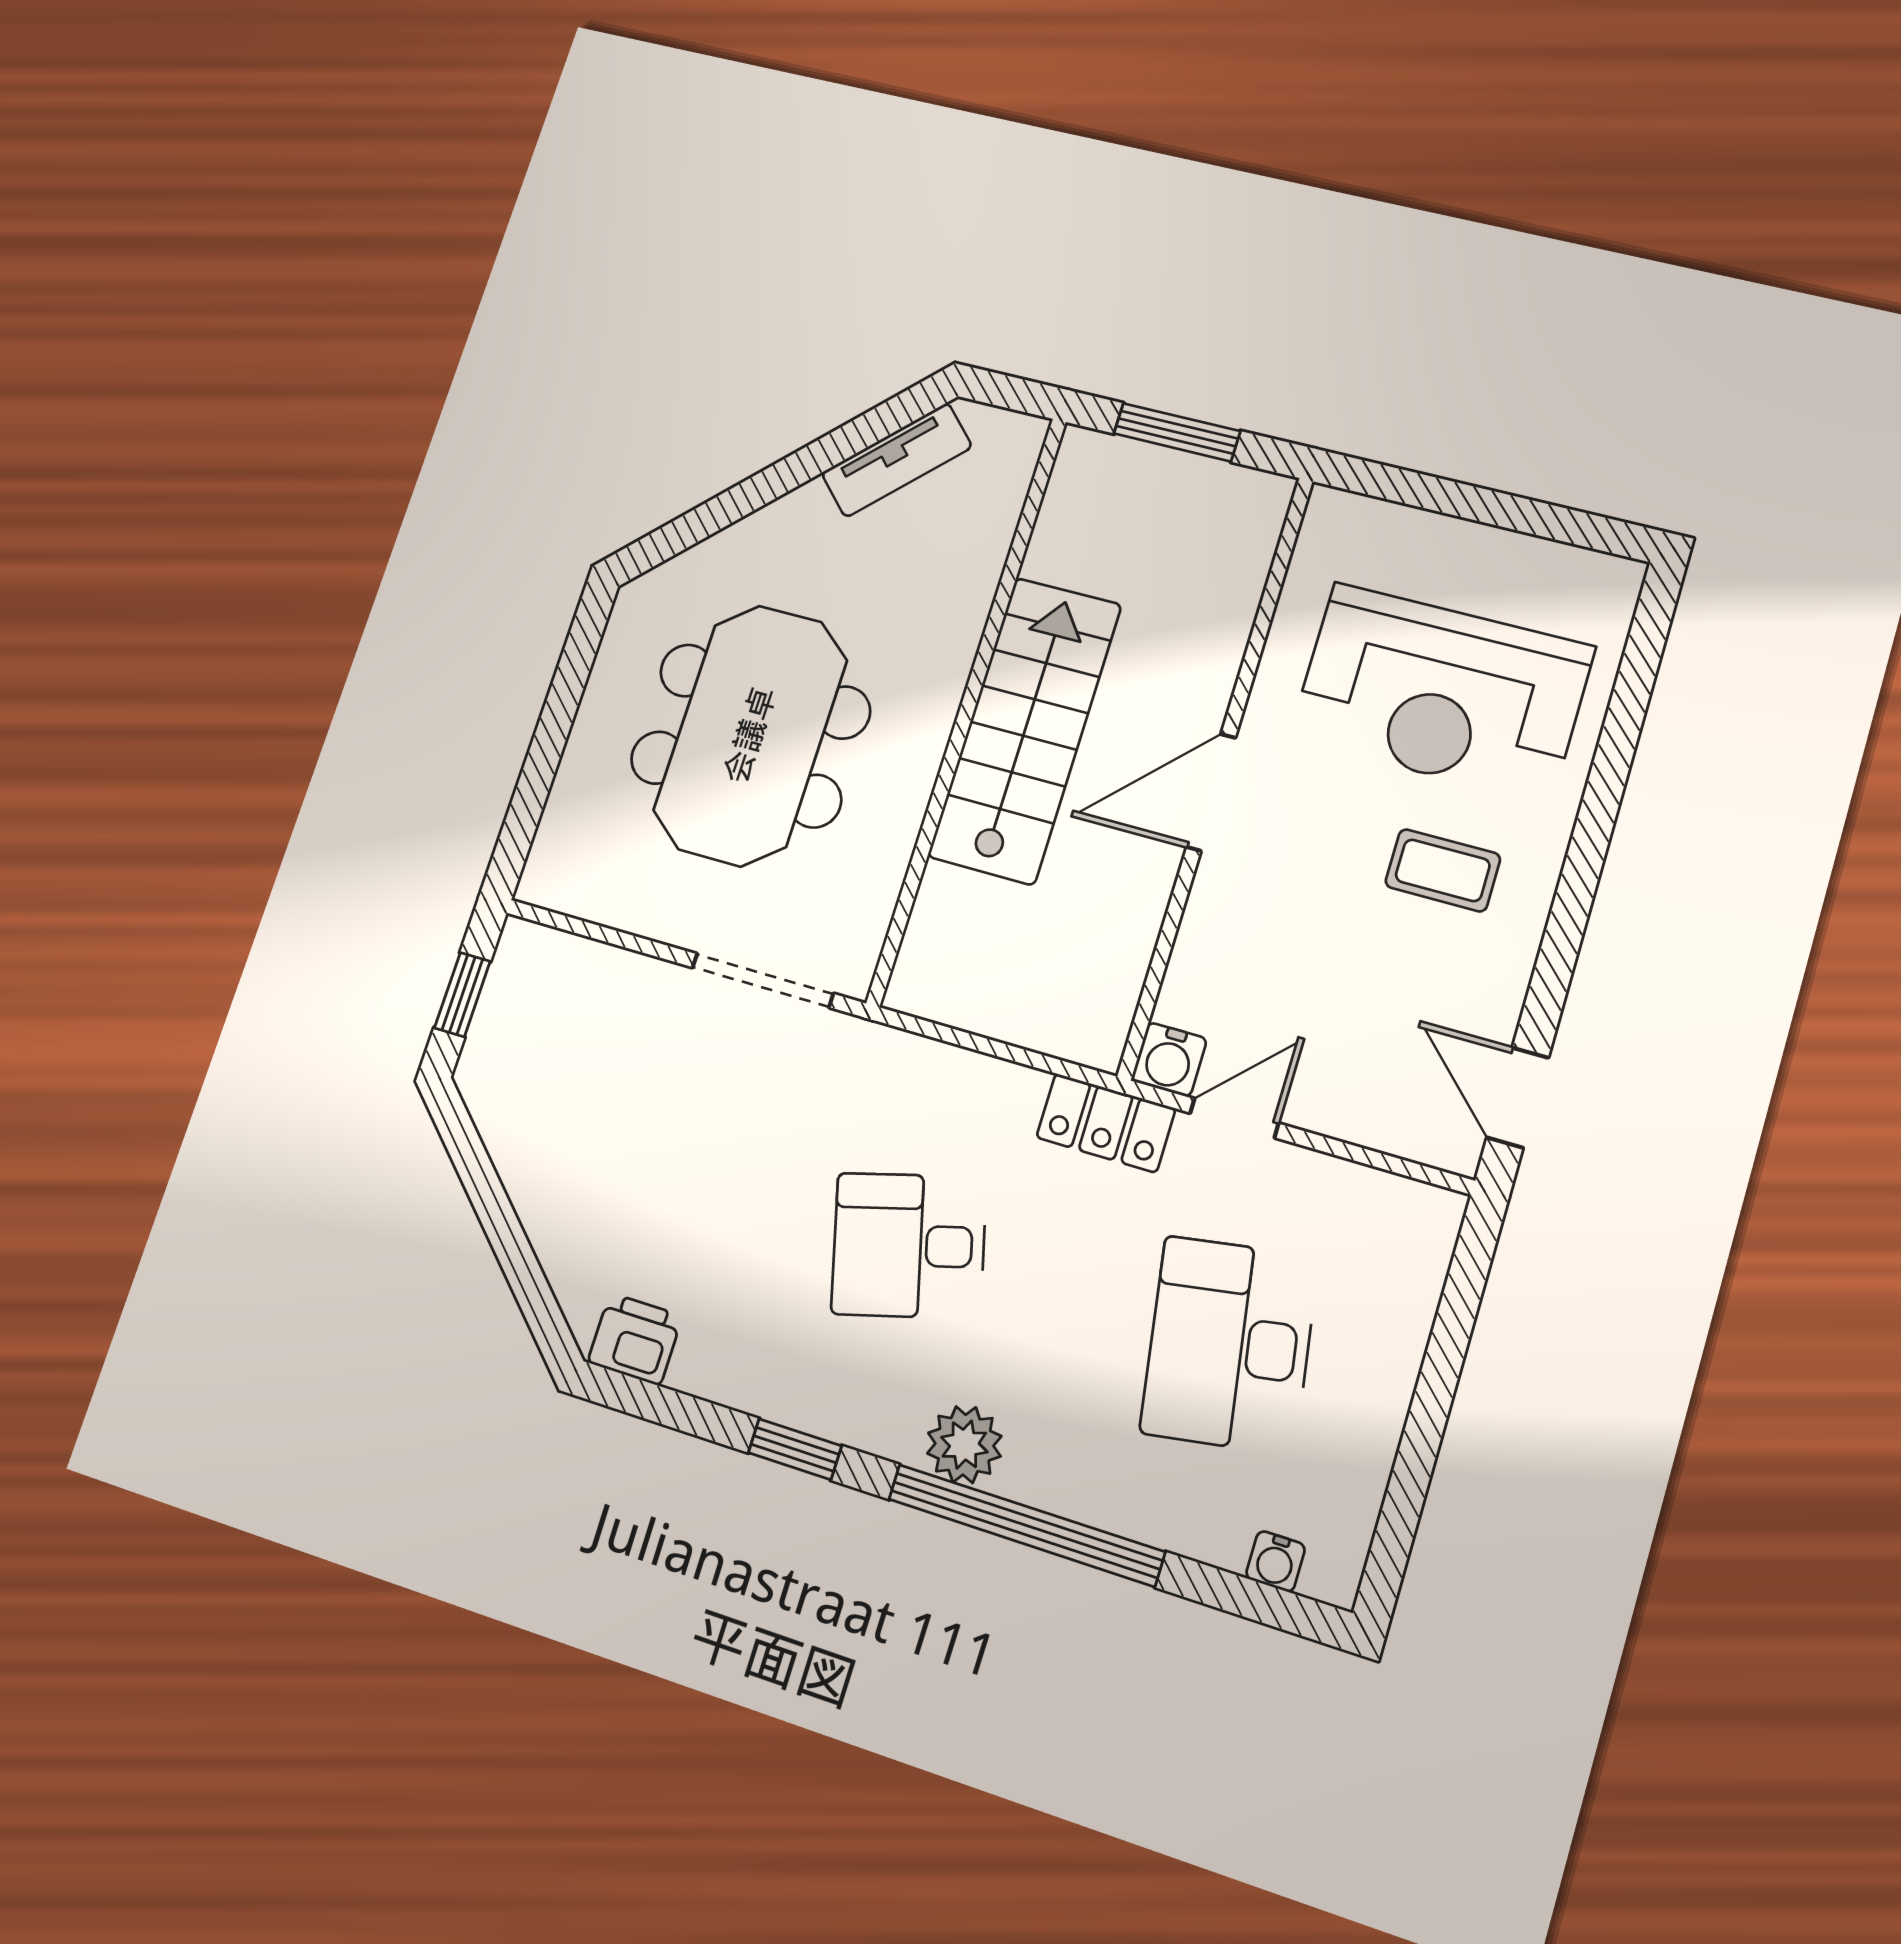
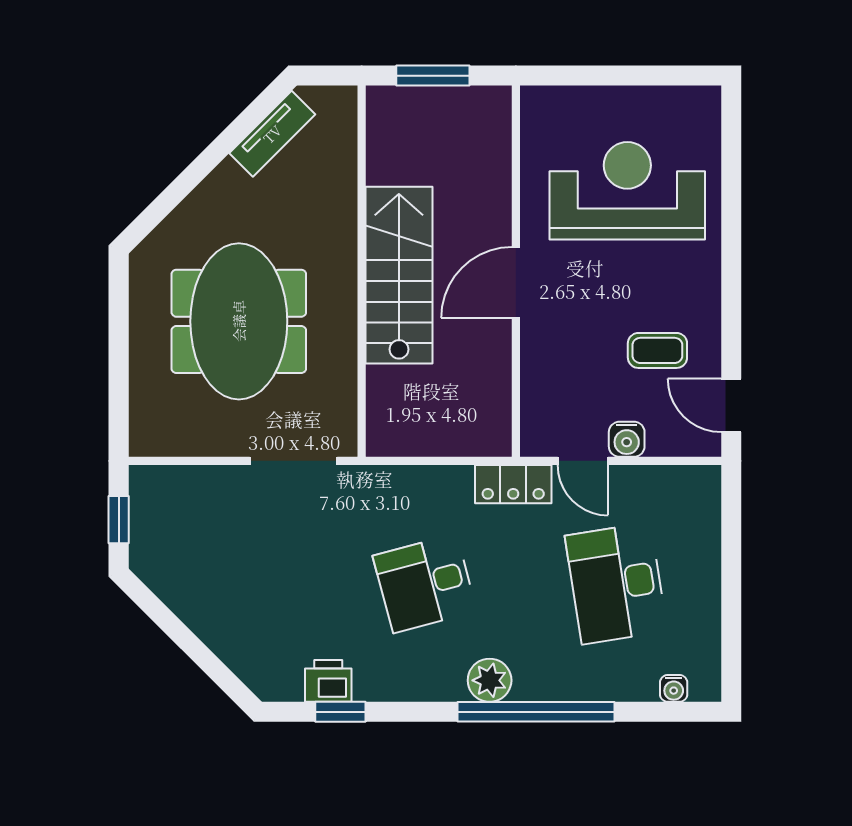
reception desk: (1441, 693) -> (627, 191), turned 180
coffee table: (1443, 870) -> (657, 350), moved
water cooler: (1169, 1060) -> (627, 439), moved
door: (1234, 1118) -> (583, 461), swing flipped
printer: (635, 1339) -> (328, 681), moved
window: (795, 1449) -> (340, 712), moved

